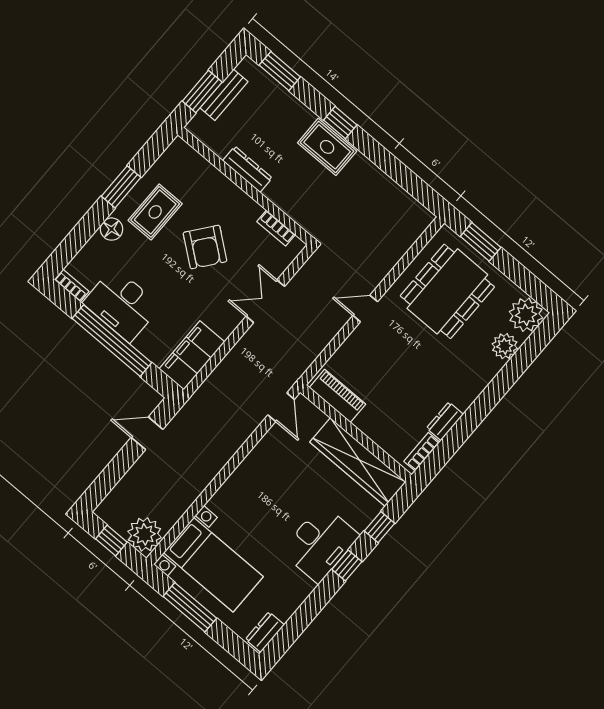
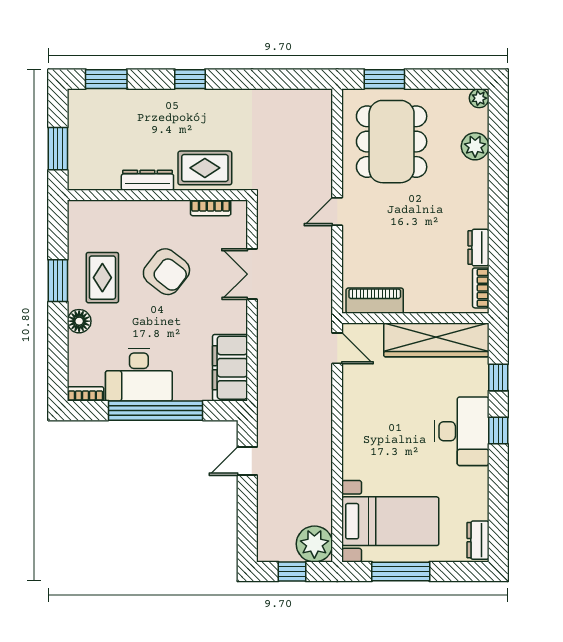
bench: (224, 95) -> (78, 136), removed
rug: (327, 147) -> (205, 168), moved
plant: (526, 315) -> (479, 98), width x0.53, depth x0.53

